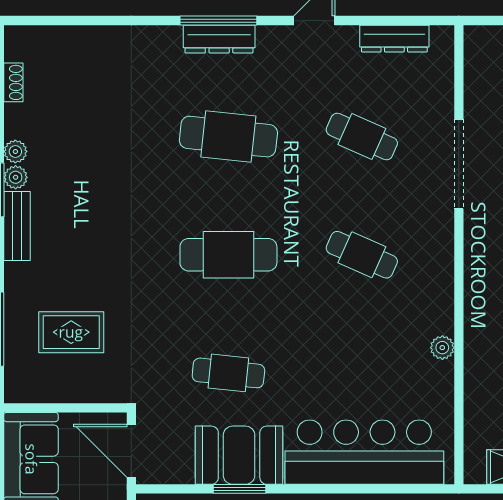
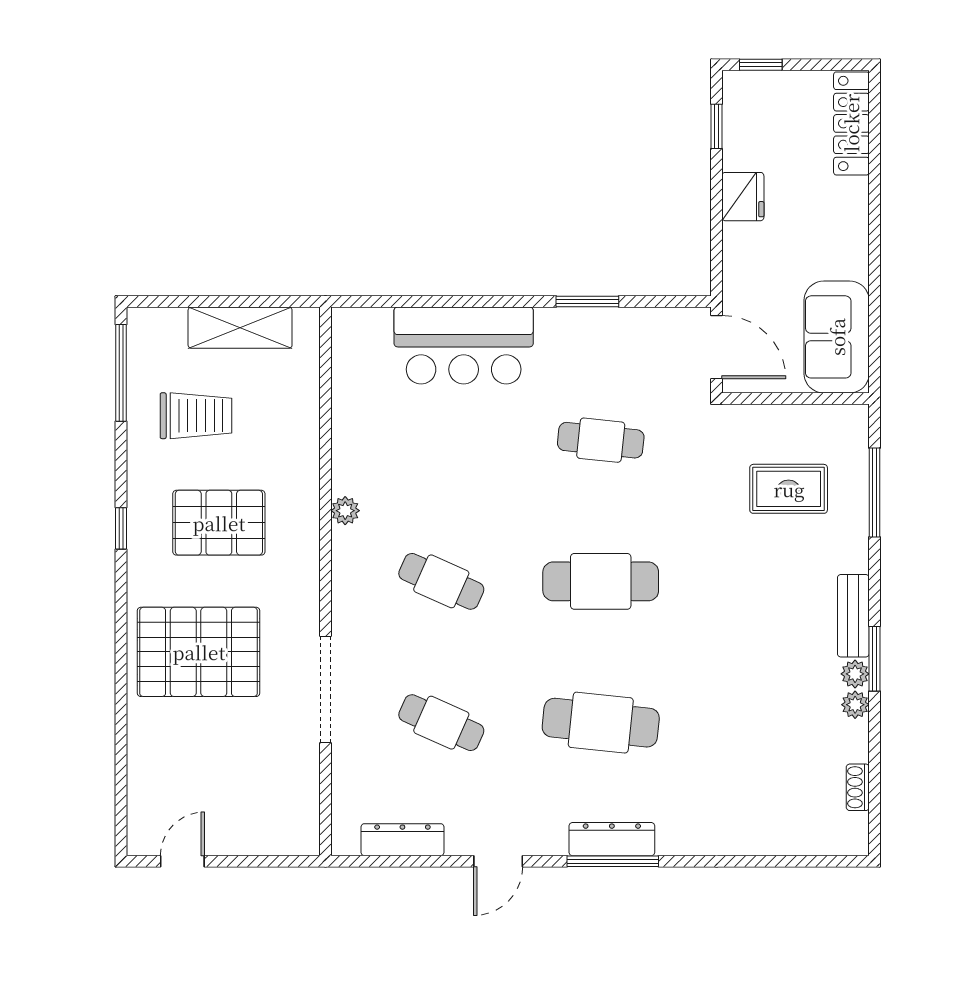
plant: (442, 348) -> (345, 511), moved
bar counter: (364, 452) -> (464, 345), width x0.73
booth: (239, 455) -> (588, 342), removed

